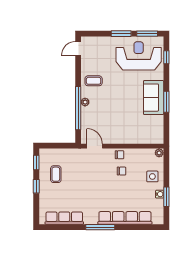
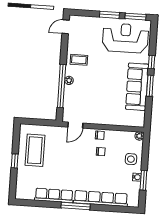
window: (166, 57) -> (152, 62), moved
sofa: (154, 98) -> (137, 87), width x1.36
door: (95, 146) -> (75, 125), swing flipped
window: (36, 162) -> (16, 137), removed
coffee table: (56, 174) -> (35, 150), width x1.86, depth x1.72
row of seats: (64, 218) -> (54, 195), moved

